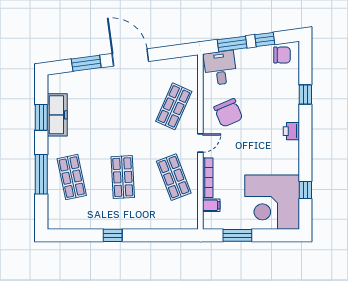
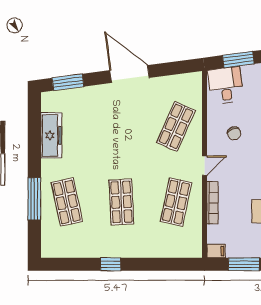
window: (86, 63) -> (68, 82), moved
chair: (228, 113) -> (234, 133), width x0.54, depth x0.54
window: (41, 117) -> (34, 138), removed
shop shelf: (174, 177) -> (176, 202), turned 33
filing cabinet: (211, 205) -> (216, 251), moved

